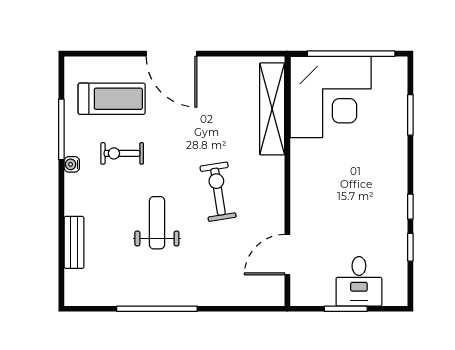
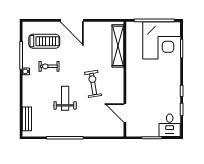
corner desk: (331, 97) -> (162, 40), moved
bench: (74, 242) -> (27, 119), moved
door: (287, 255) -> (125, 113), hinge flipped
desk: (359, 281) -> (170, 125), moved

